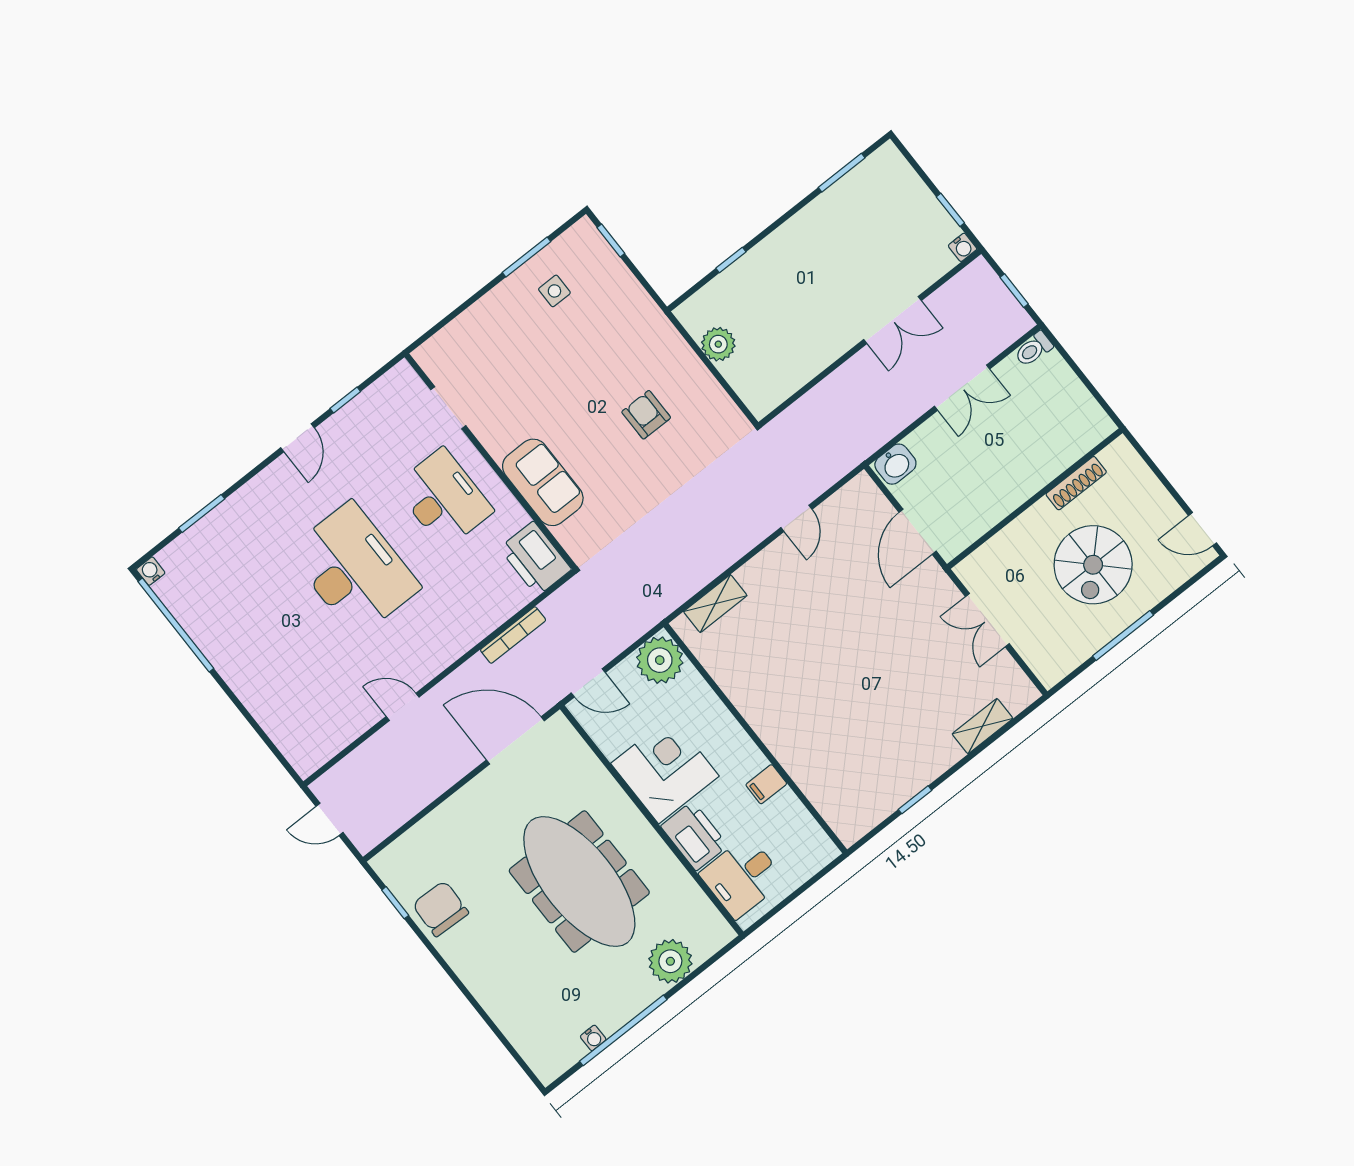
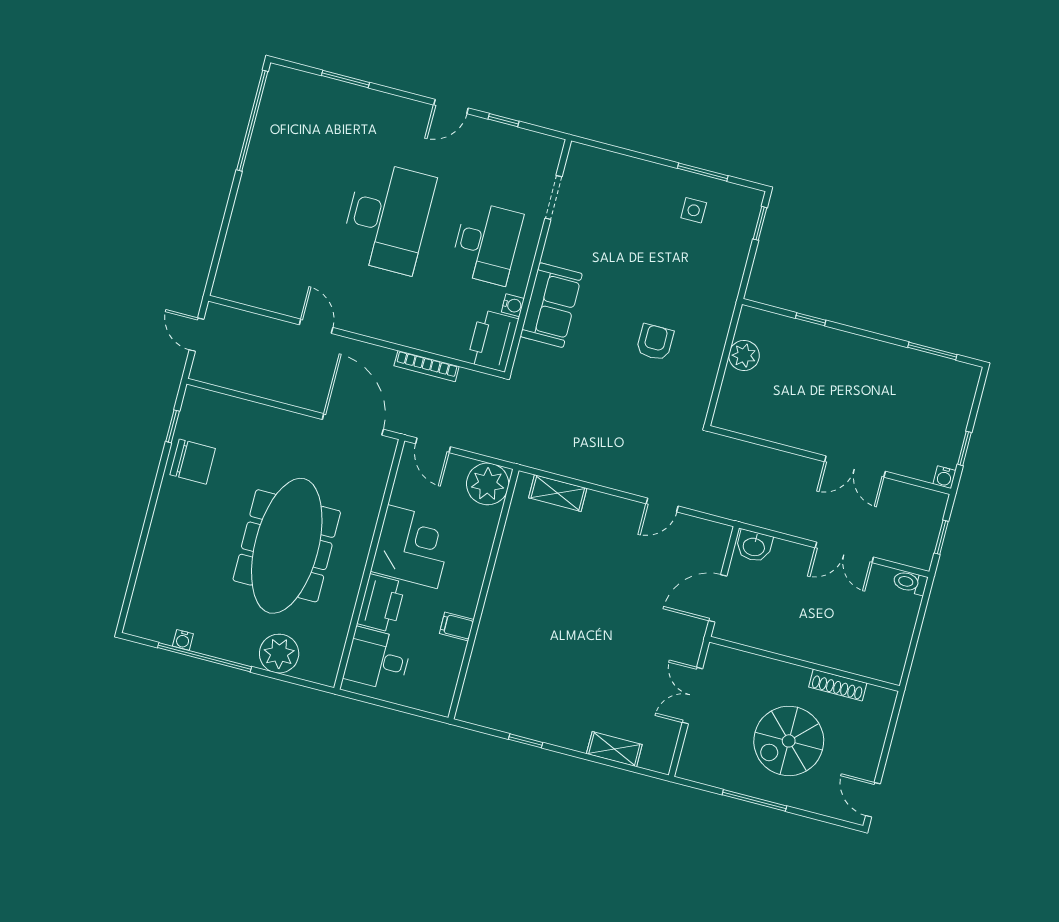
water cooler: (151, 571) -> (513, 305), moved, turned 90
chair: (440, 909) -> (193, 462), turned 88

